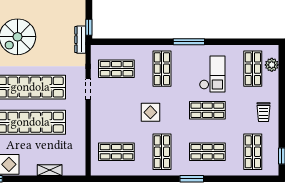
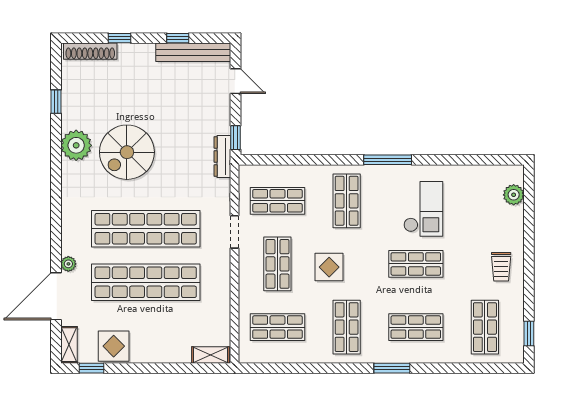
shop shelf: (253, 69) -> (277, 264), moved
shelving: (50, 170) -> (211, 355), moved

